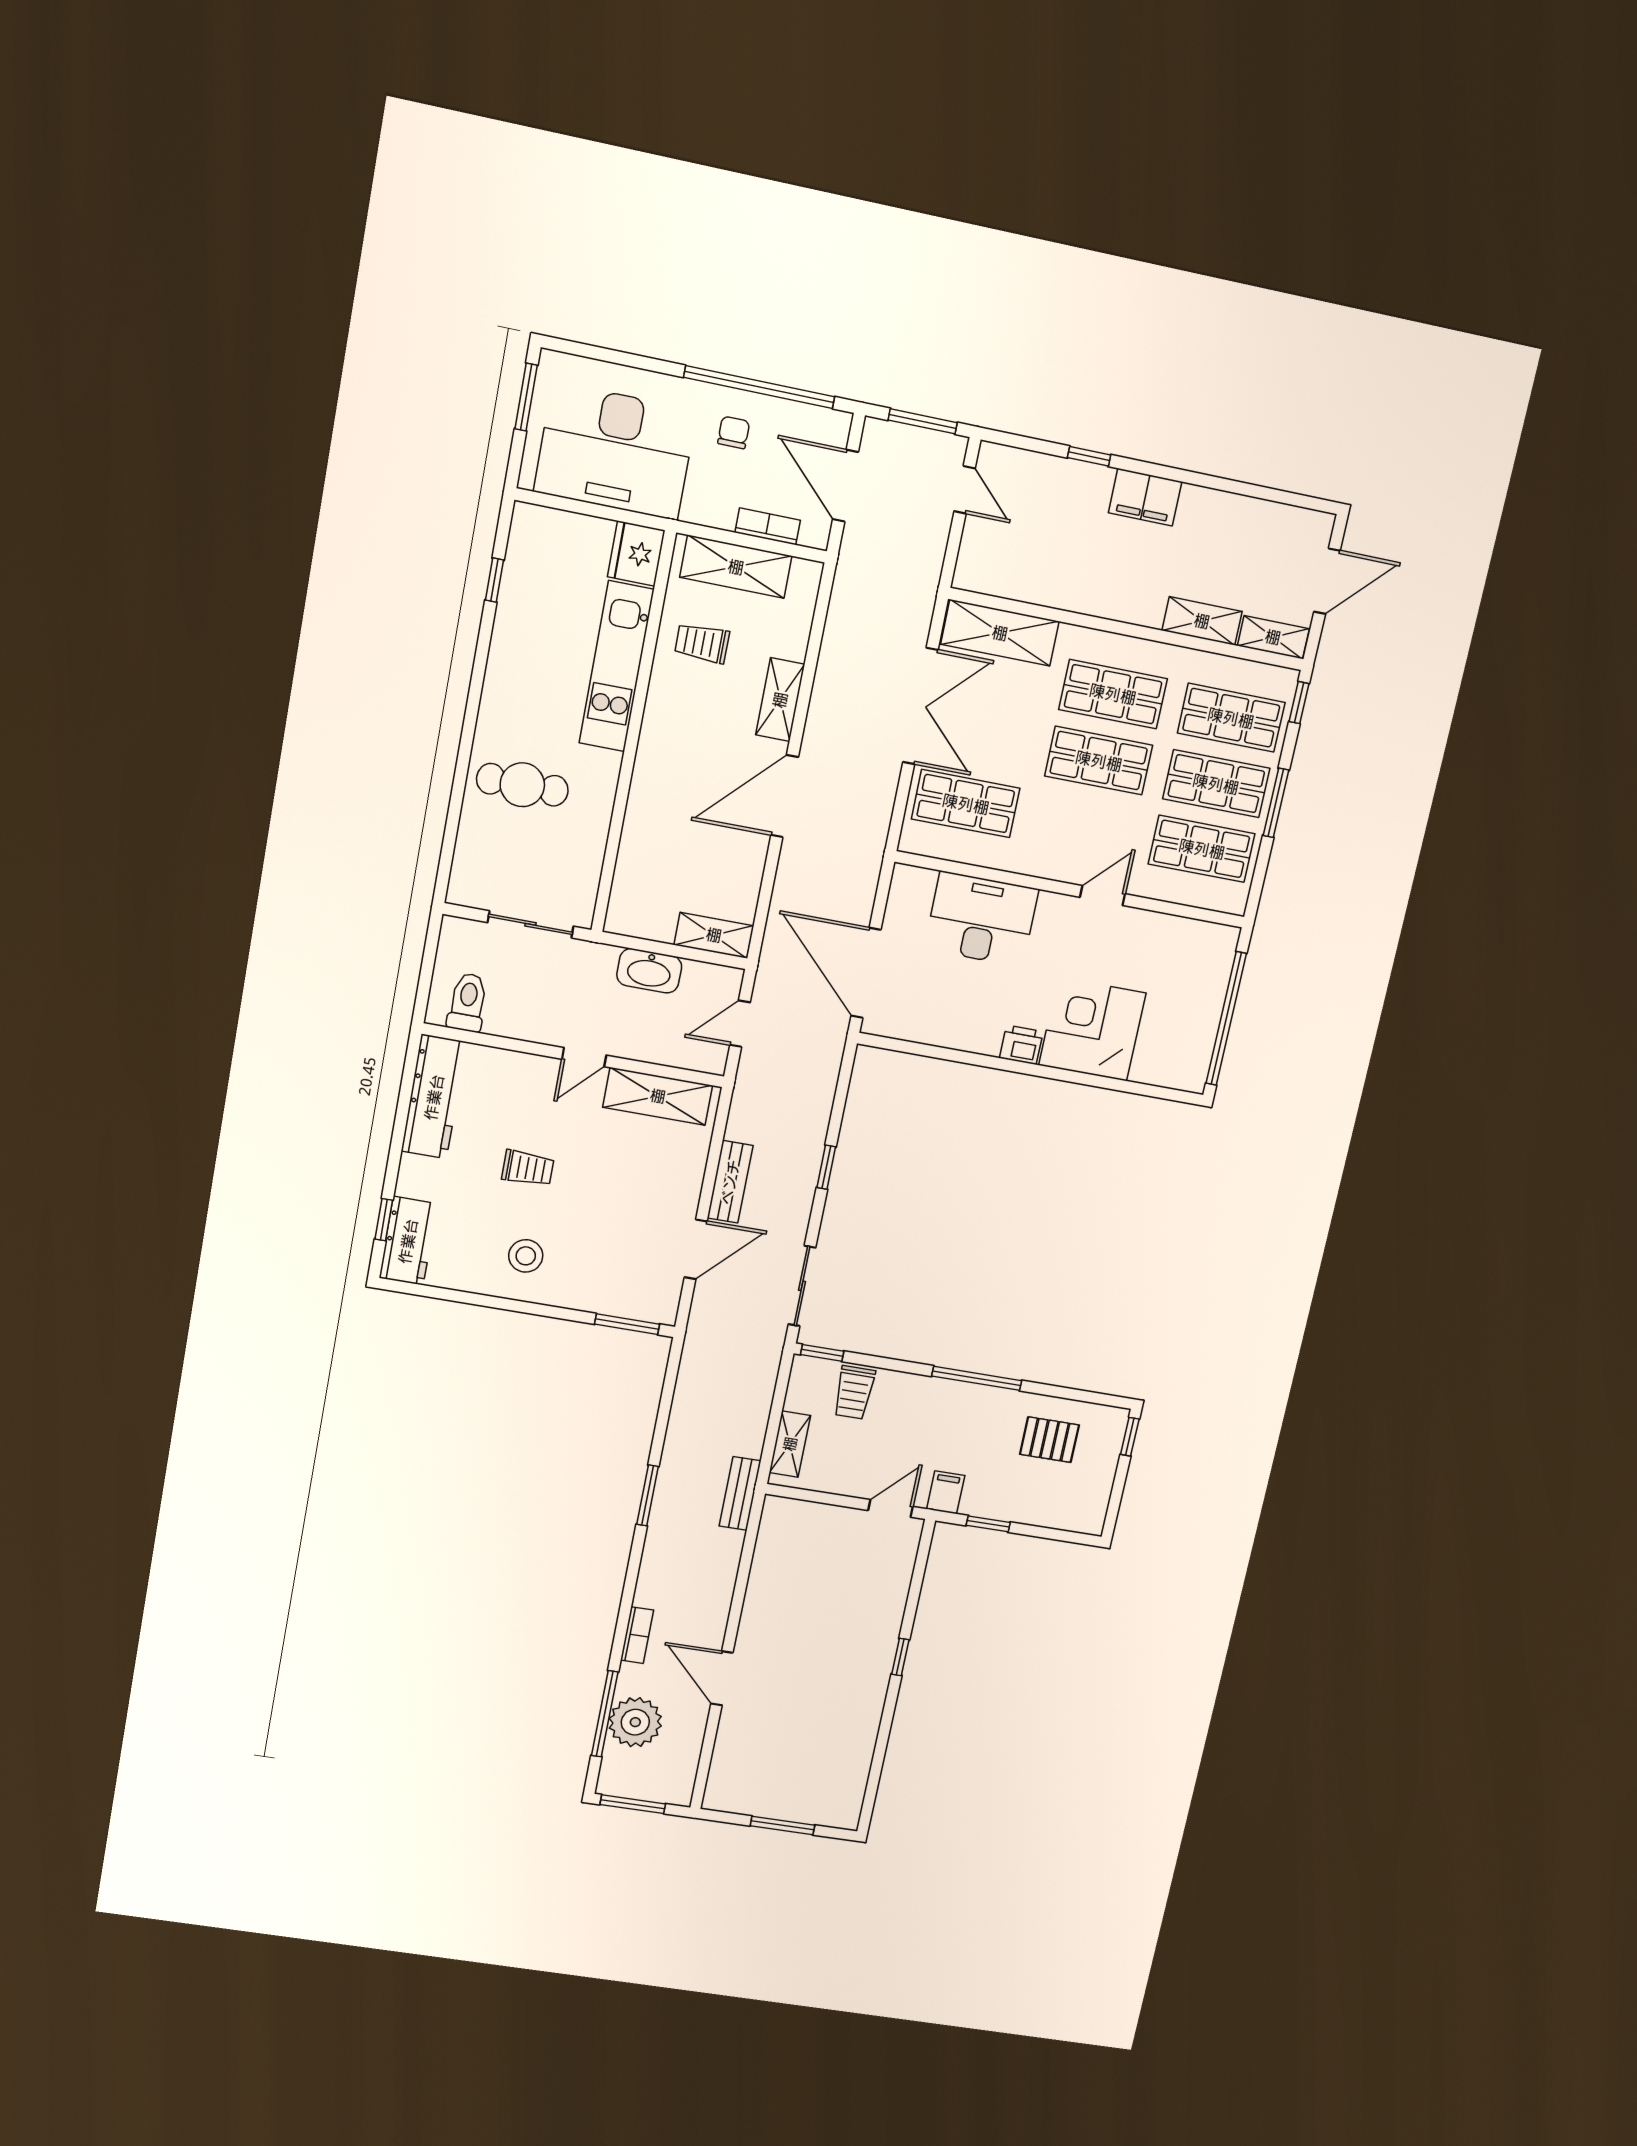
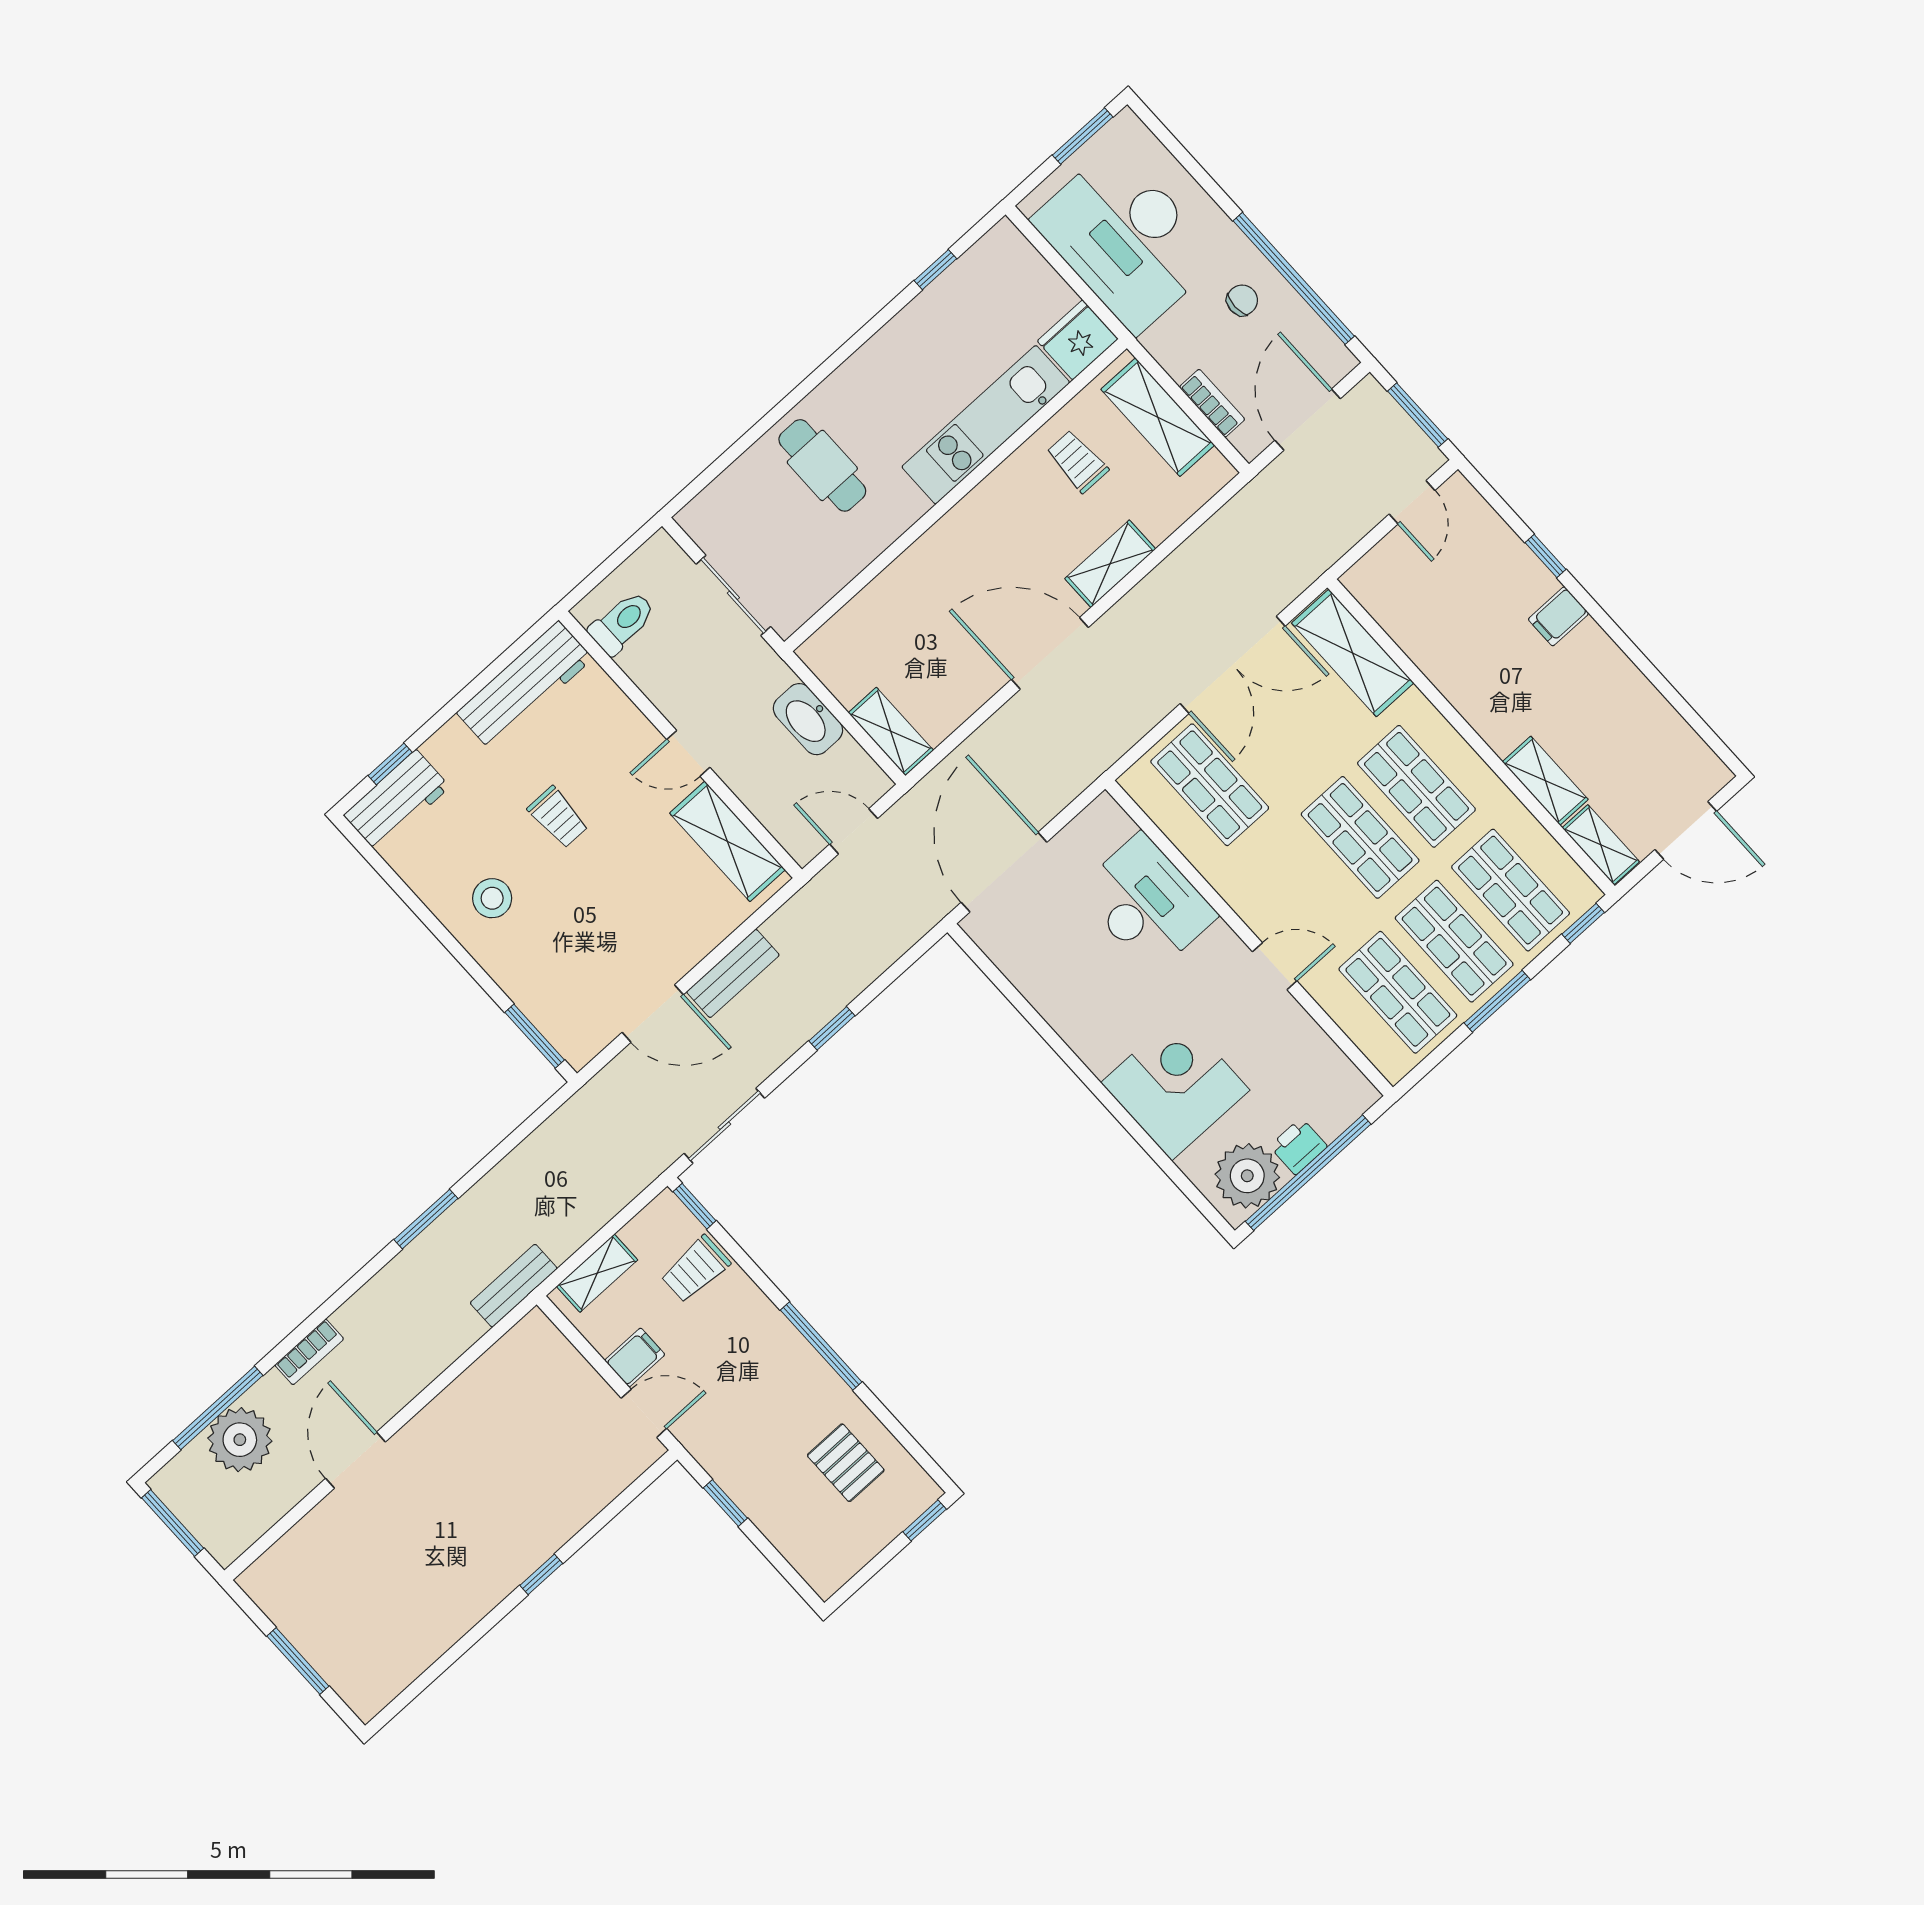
filing cabinet: (1145, 497) -> (1558, 616), width x0.50
printer: (1021, 1045) -> (1298, 1146), moved, turned -90
plant: (1186, 1052) -> (1247, 1176), added
filing cabinet: (946, 1492) -> (635, 1357), moved

